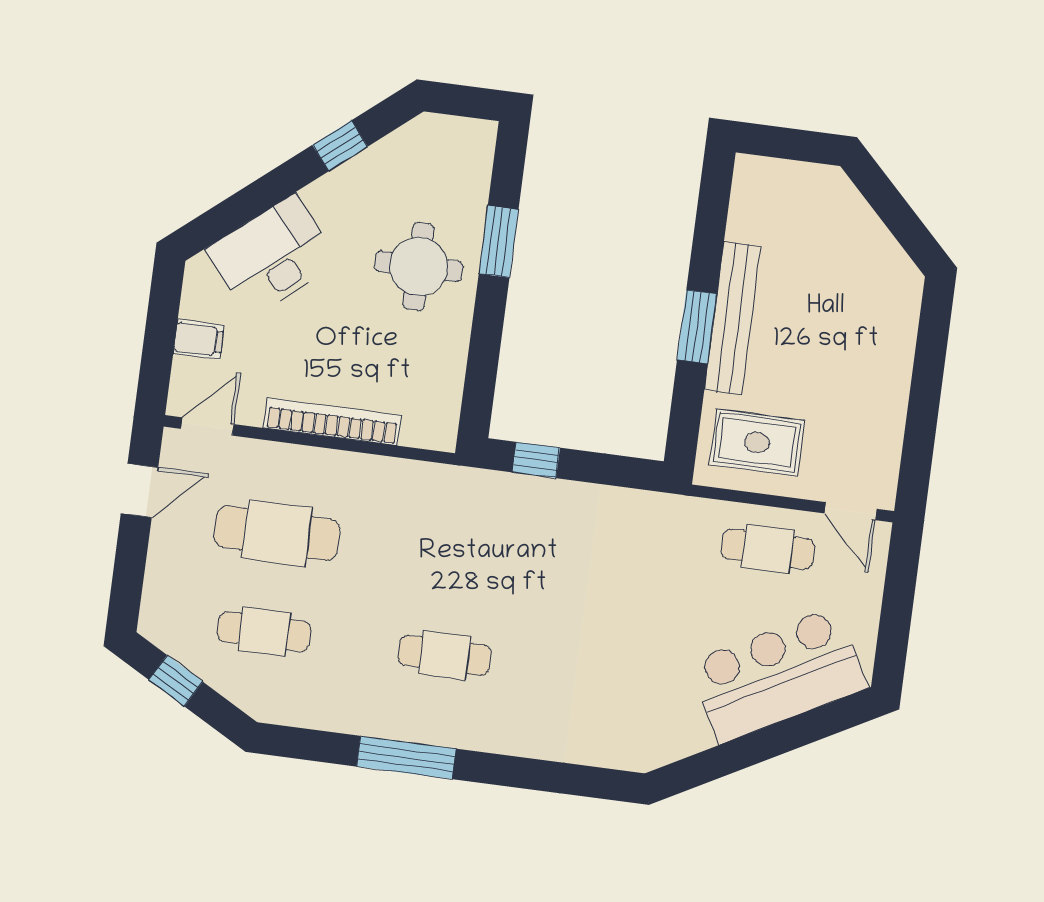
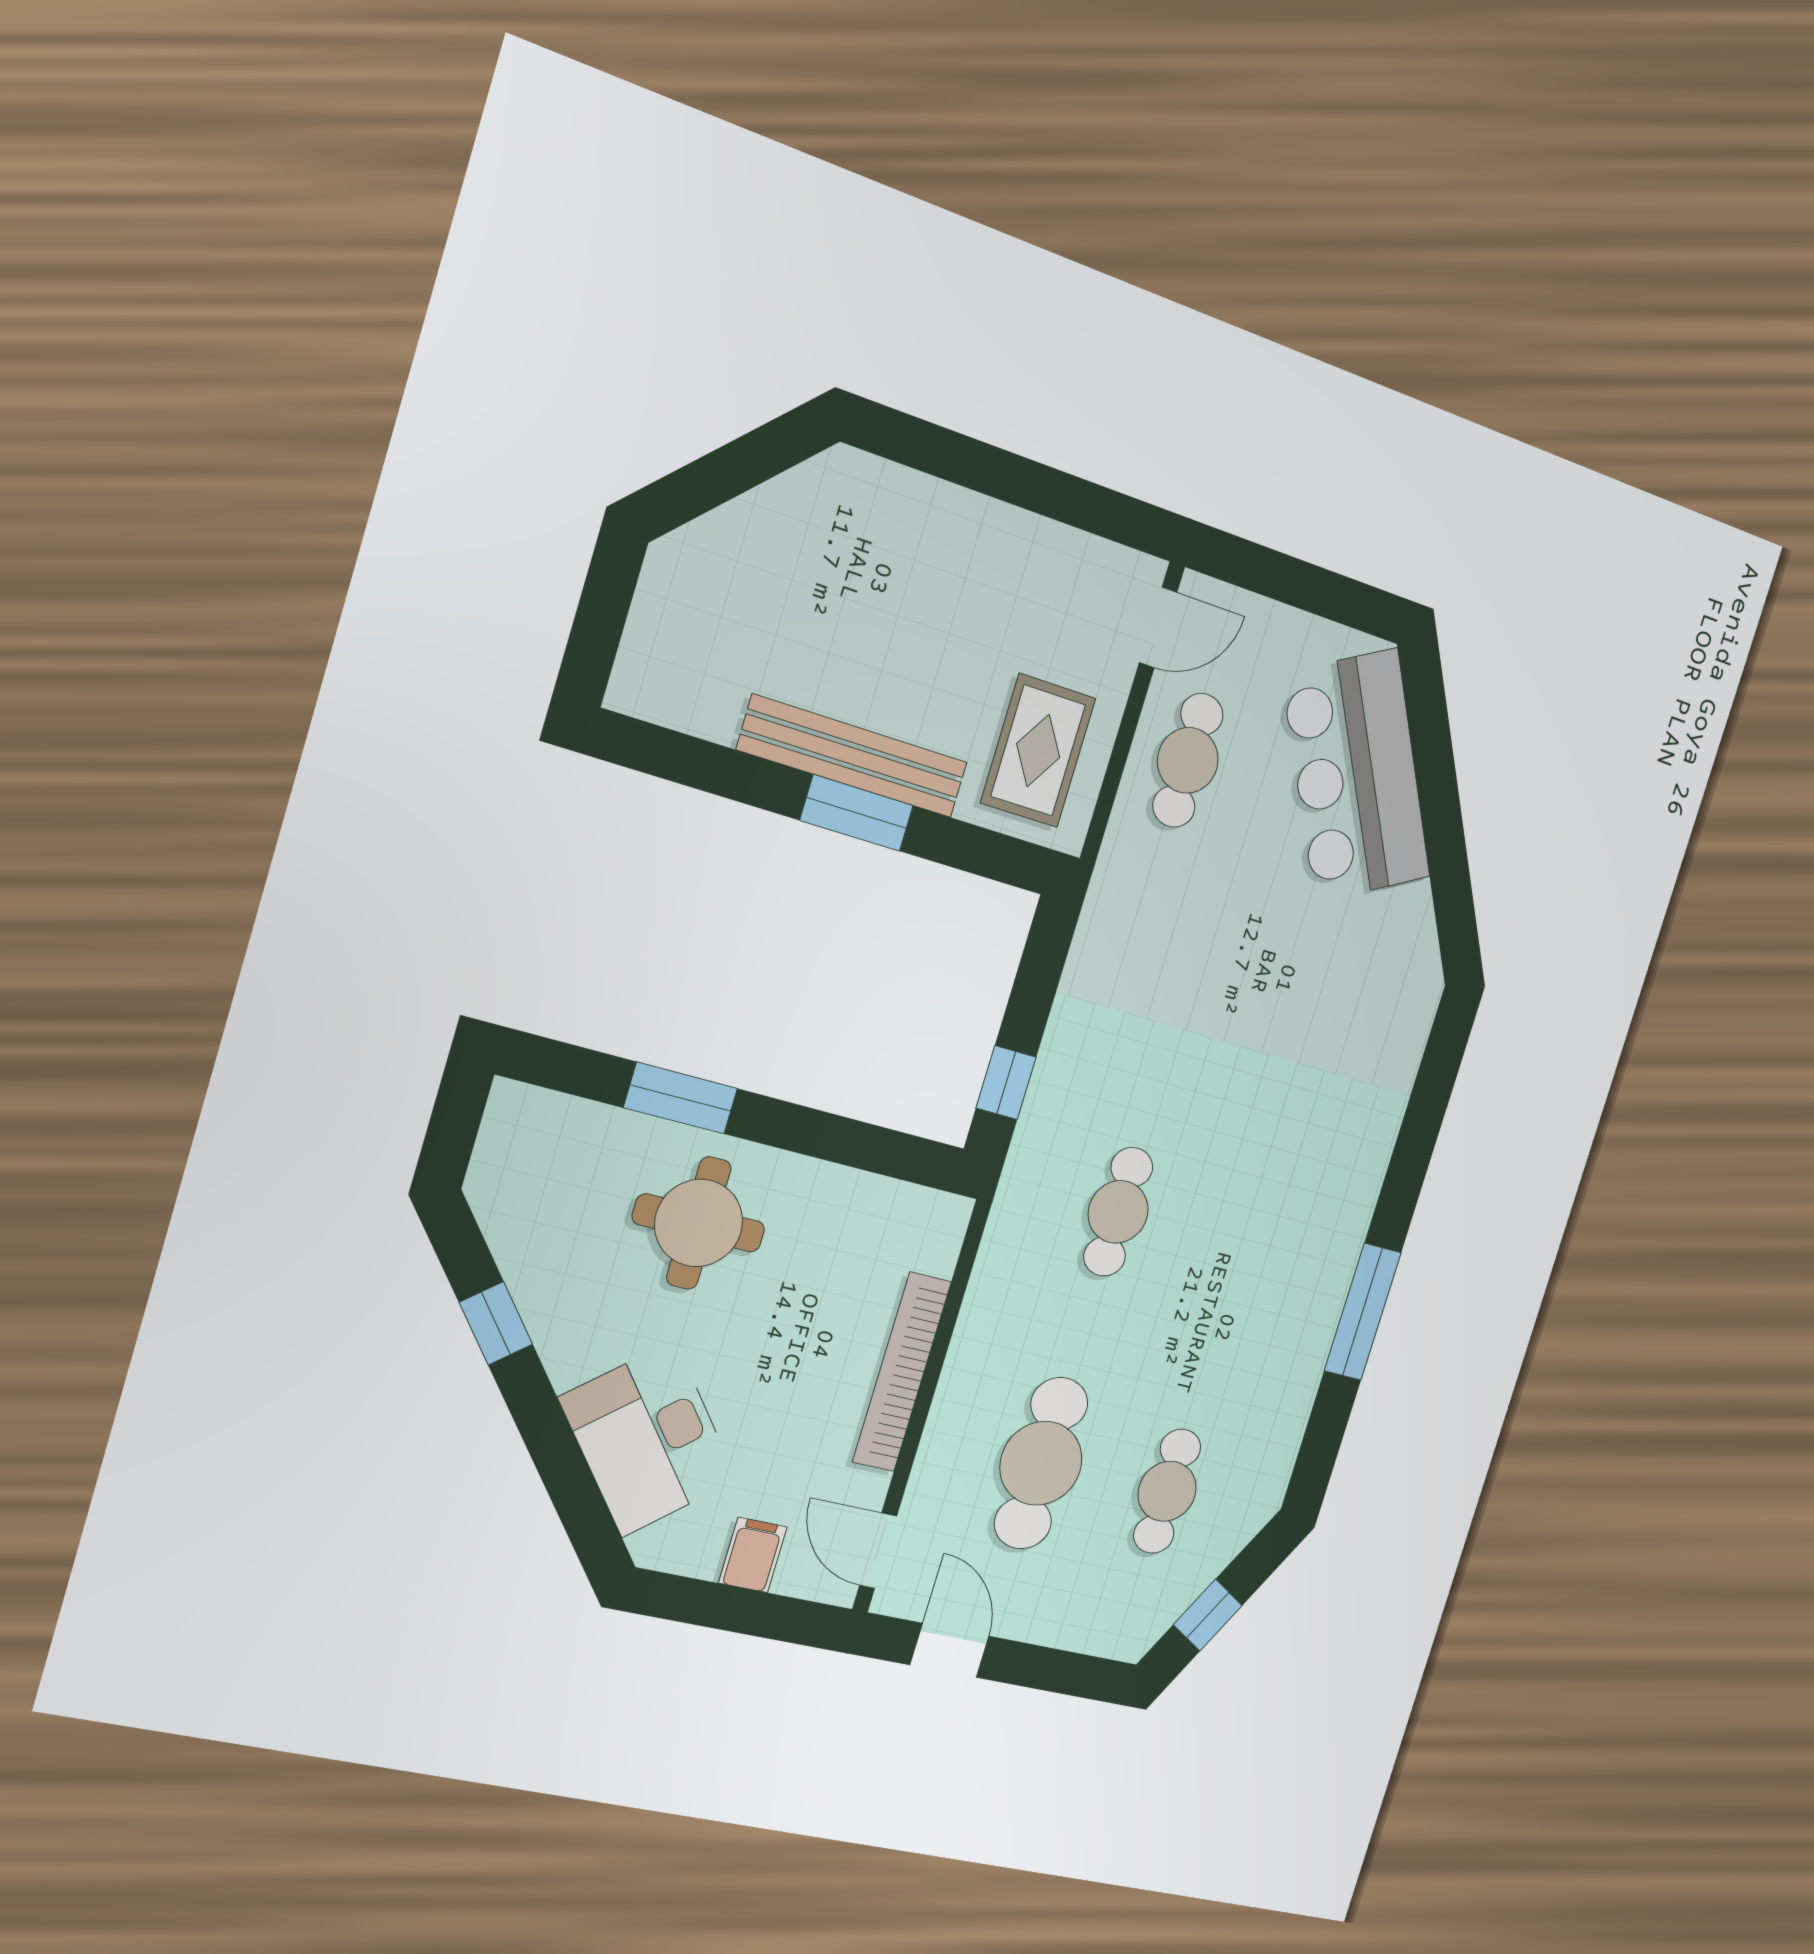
cafe table: (445, 655) -> (1118, 1212), moved

